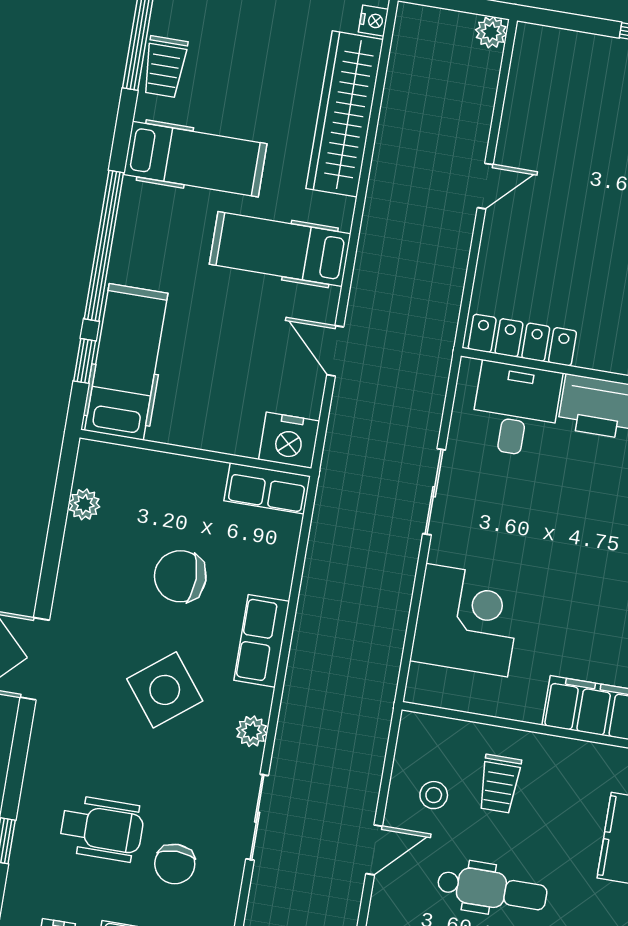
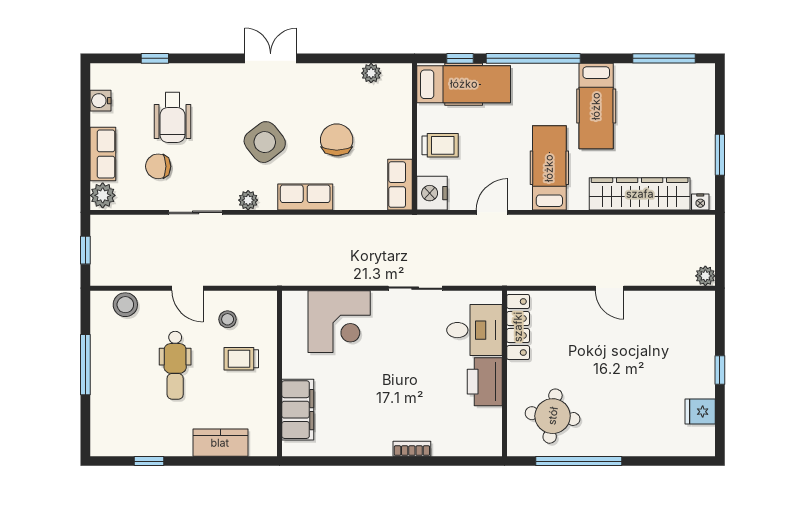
trolley: (165, 67) -> (440, 145), moved, turned 180

